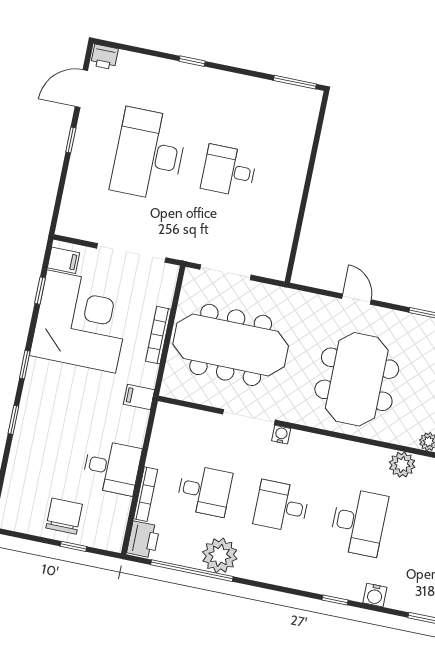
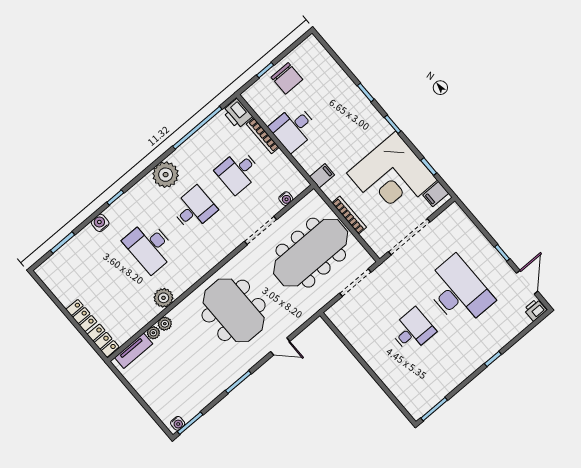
water cooler: (281, 435) -> (286, 199), moved
plant: (220, 555) -> (166, 175), moved

